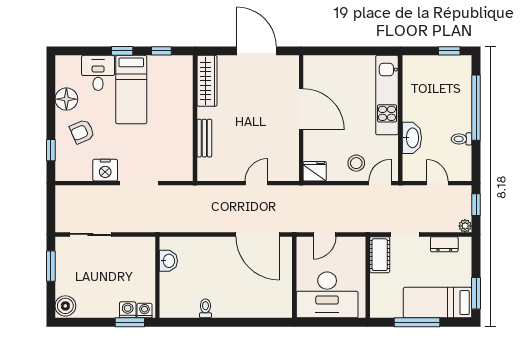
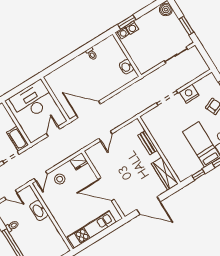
kitchen unit: (387, 95) -> (92, 229), moved, turned -90

